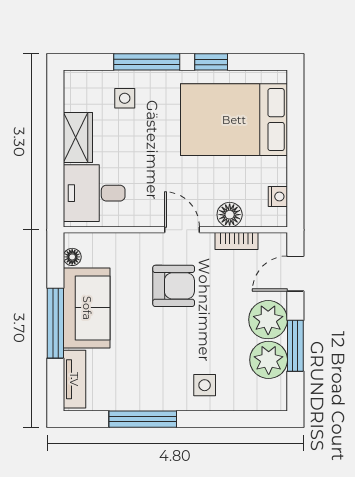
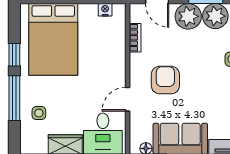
floor lamp: (230, 215) -> (117, 42), removed
door: (182, 230) -> (128, 99), moved

